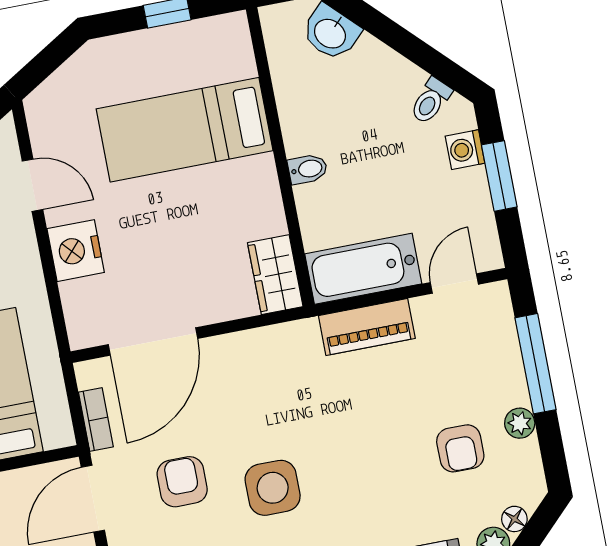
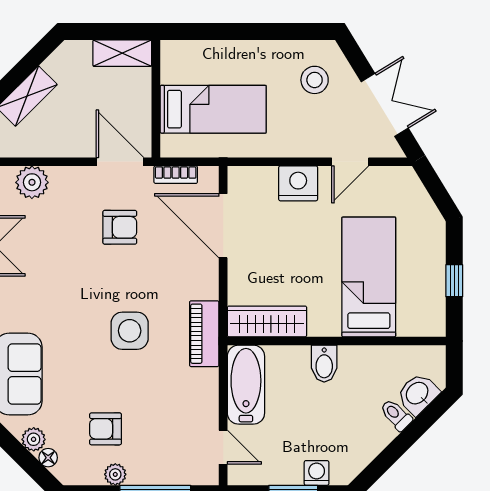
toilet: (431, 101) -> (396, 415), moved
bidet: (308, 169) -> (324, 364), width x1.38, depth x1.36
wardrobe: (275, 275) -> (267, 321), width x1.50
piano: (367, 327) -> (204, 334), moved
side table: (273, 488) -> (130, 331), moved

